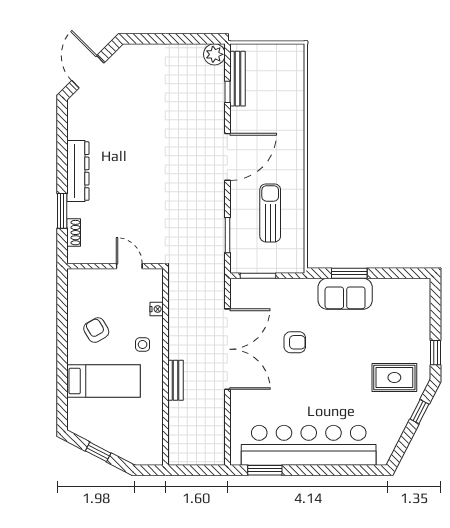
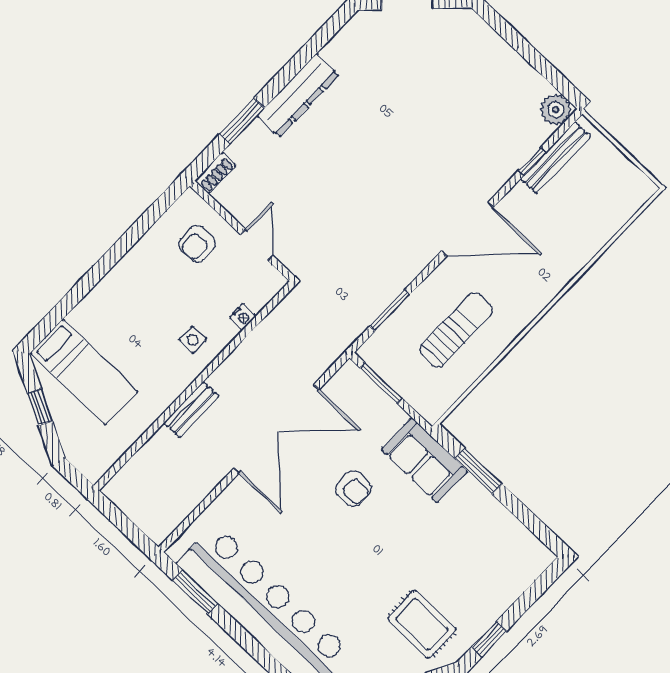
shoe rack: (74, 233) -> (215, 173), moved
sofa: (345, 294) -> (424, 460), moved
armchair: (96, 330) -> (197, 244), moved, turned -150
bed: (103, 381) -> (84, 372), moved

